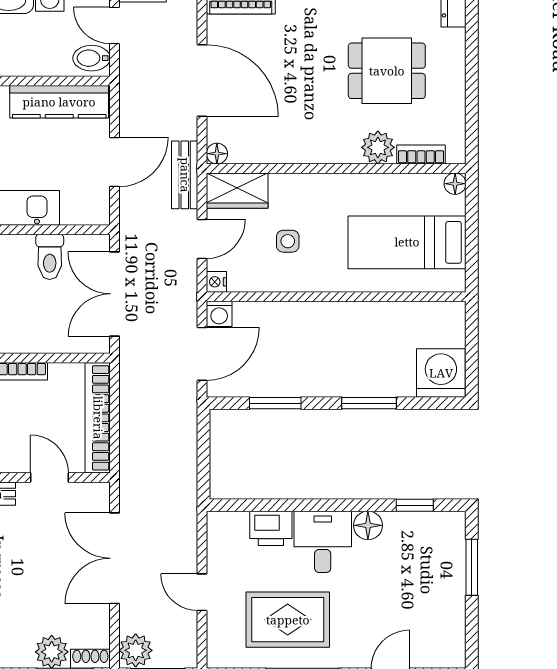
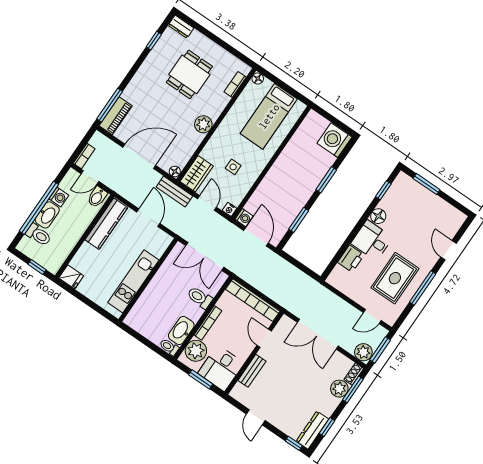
plant: (378, 147) -> (203, 124), moved
toilet: (50, 257) -> (200, 298), moved, turned 180
door: (49, 477) -> (264, 338), hinge flipped
door: (202, 592) -> (372, 317), moved

